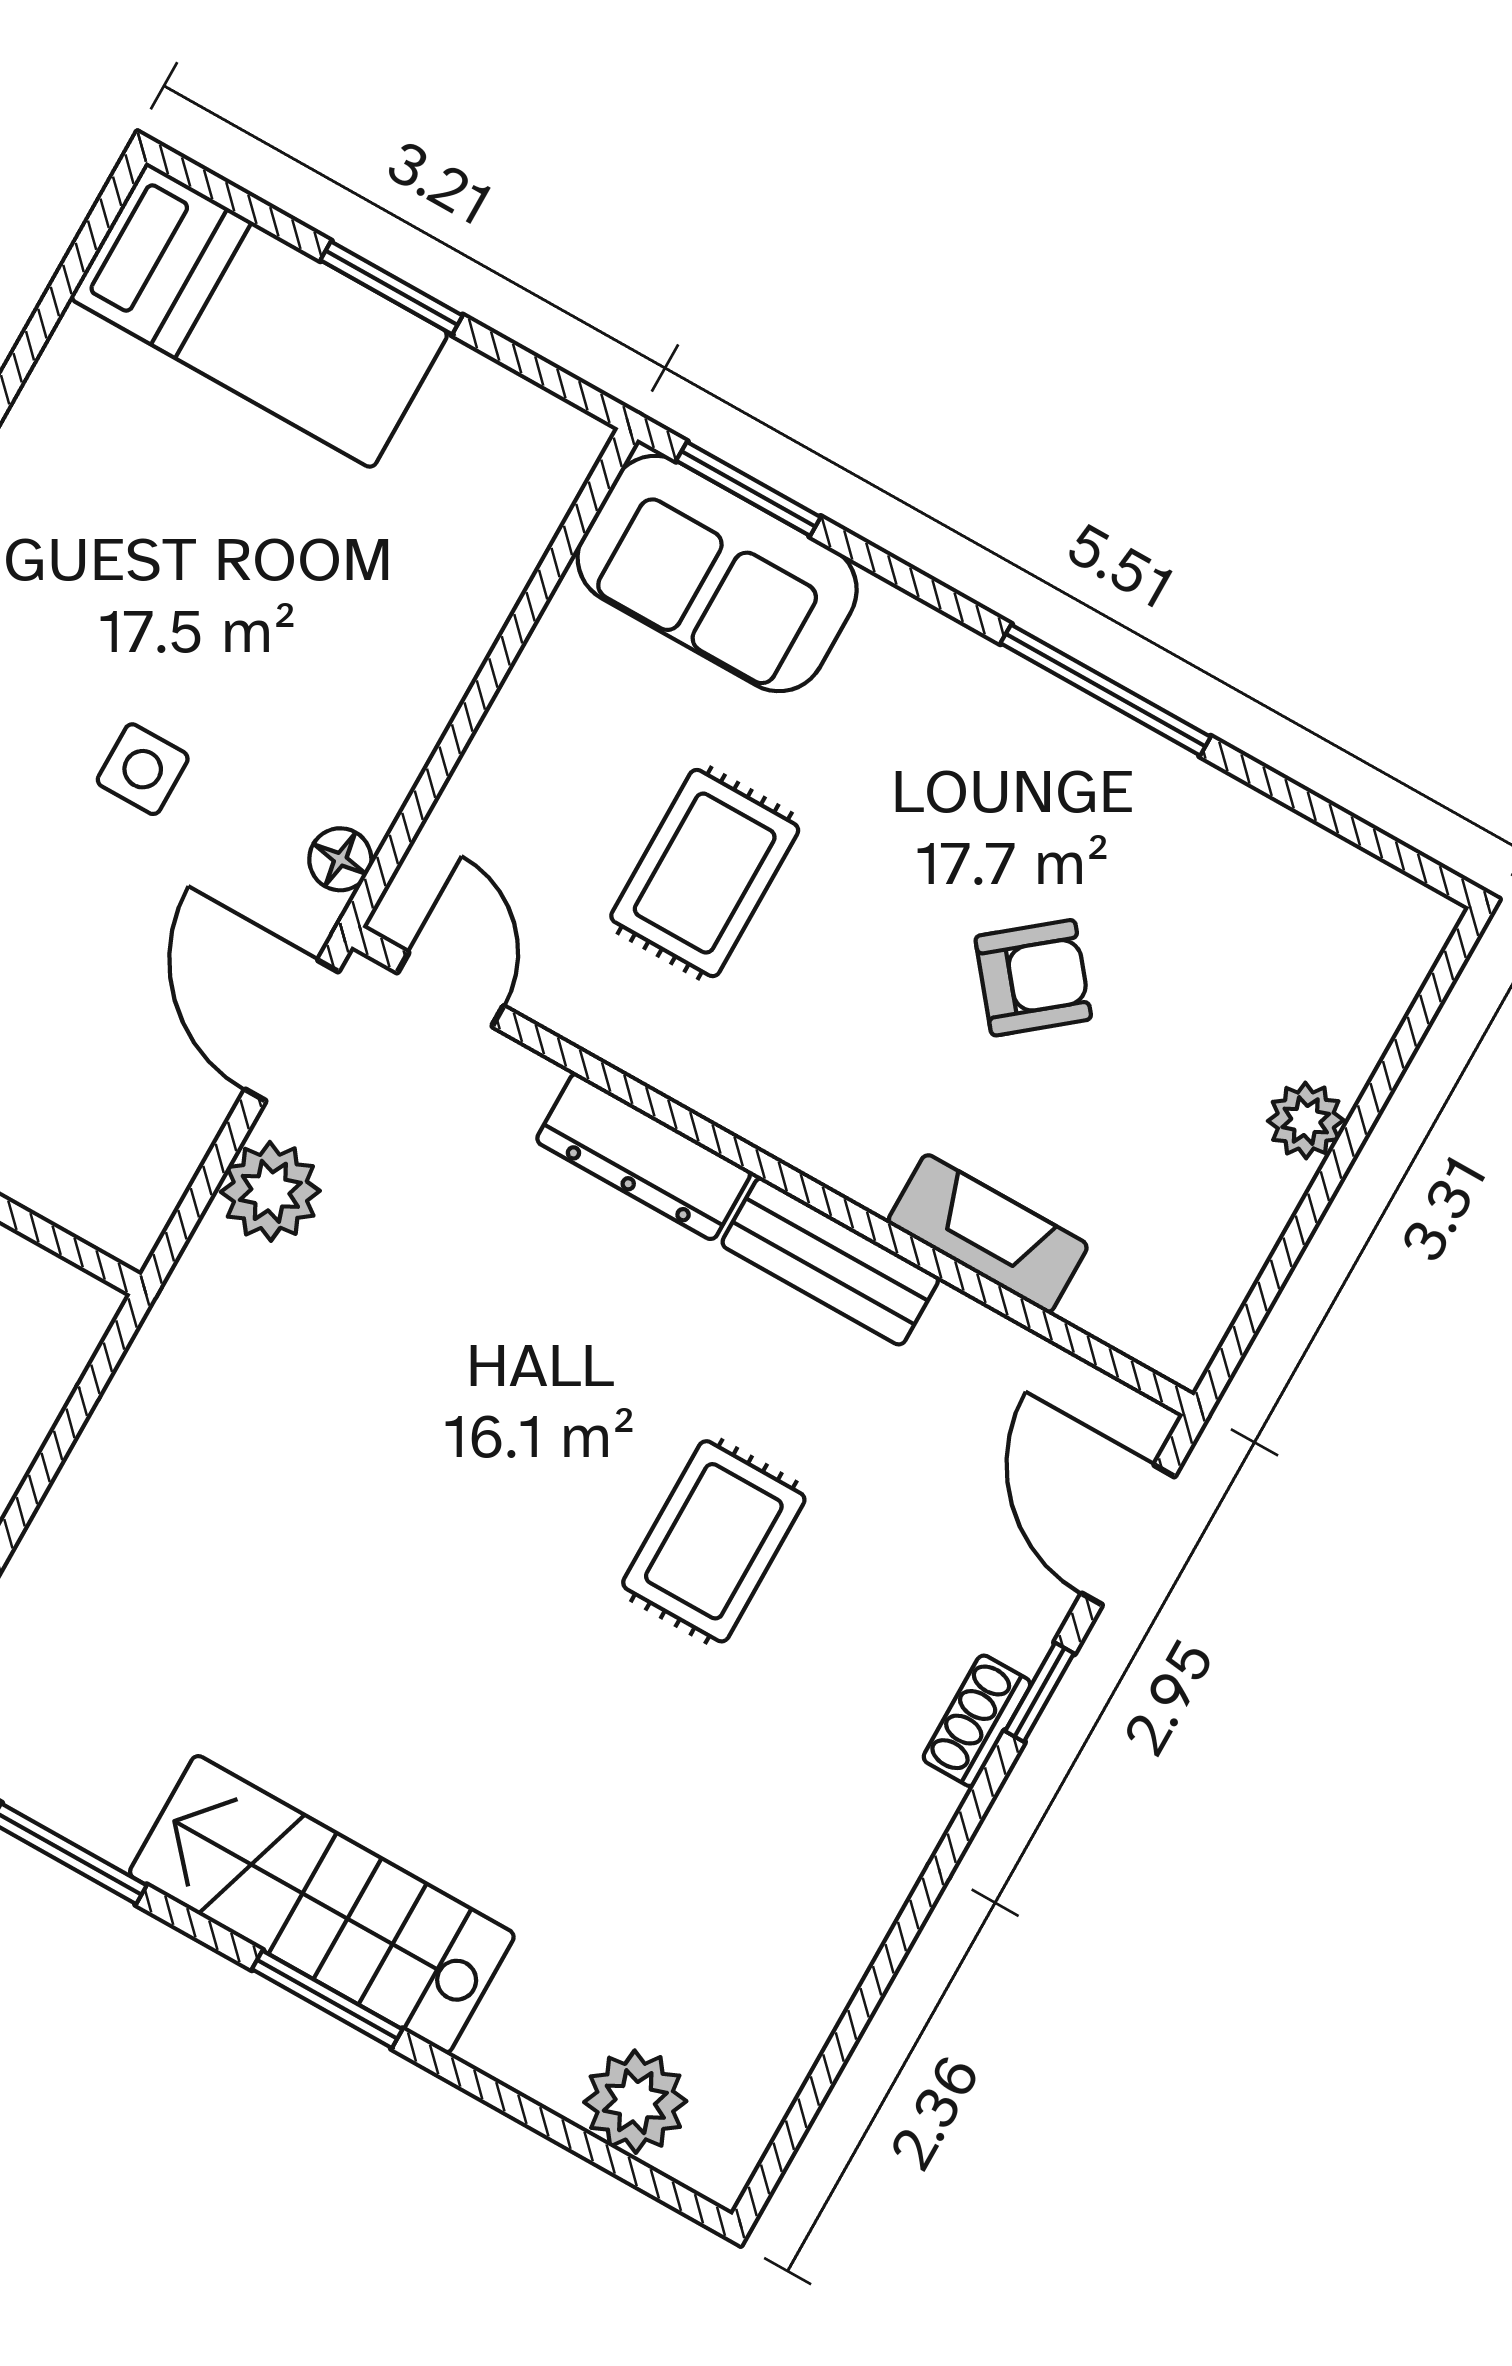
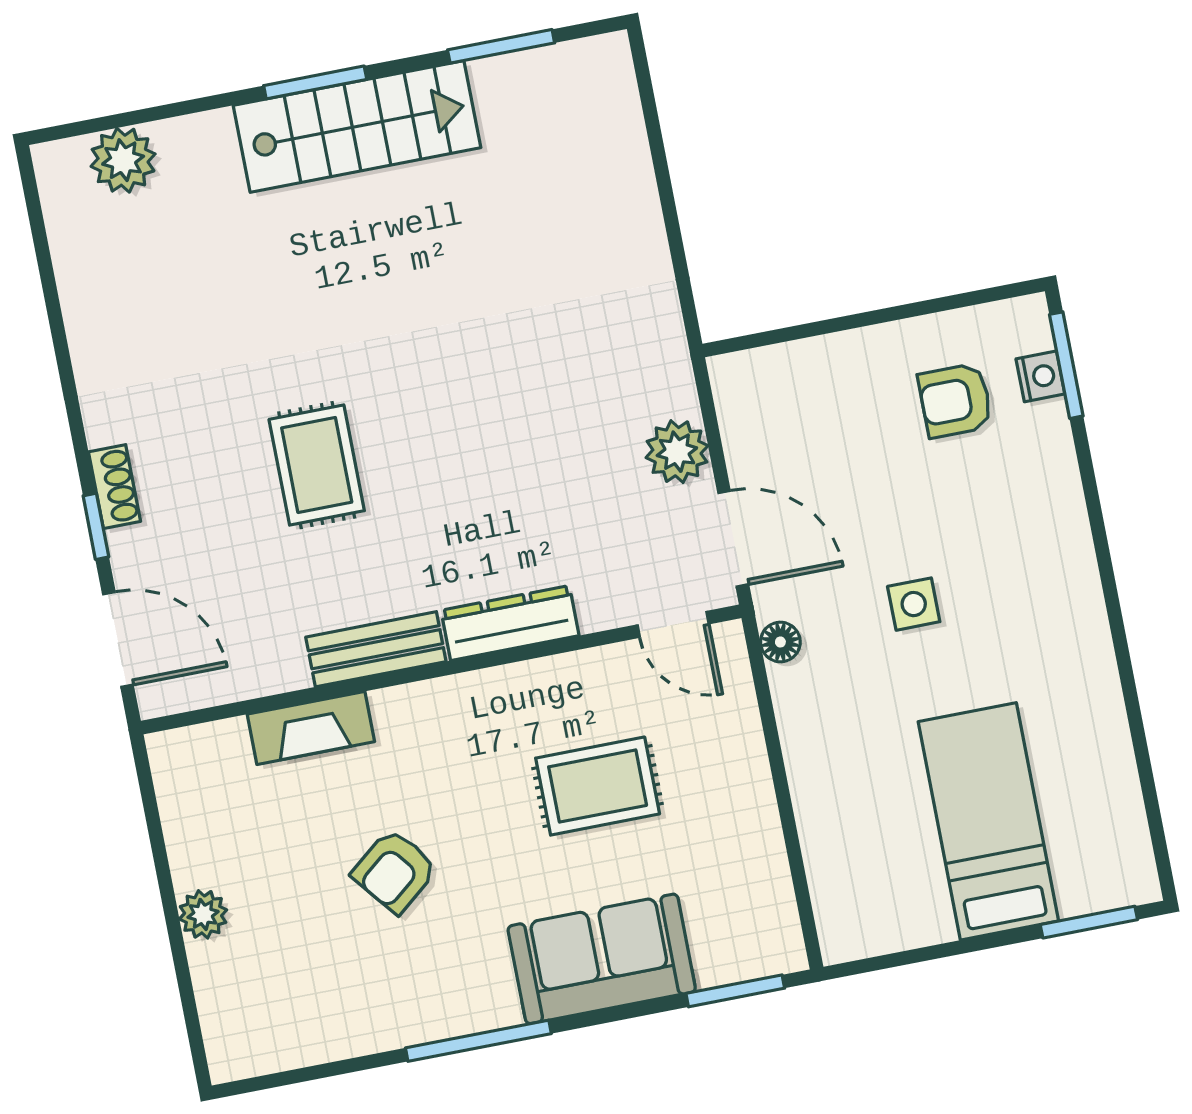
window: (392, 288) -> (1089, 922), moved
bed: (259, 316) -> (988, 821), moved, turned 90
sofa: (717, 574) -> (602, 959), moved
rug: (705, 873) -> (598, 786), turned 90

